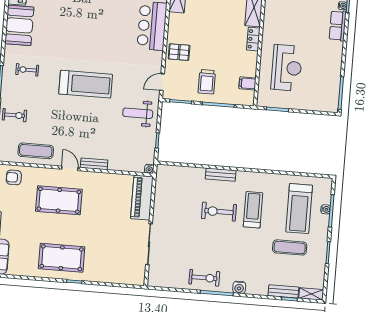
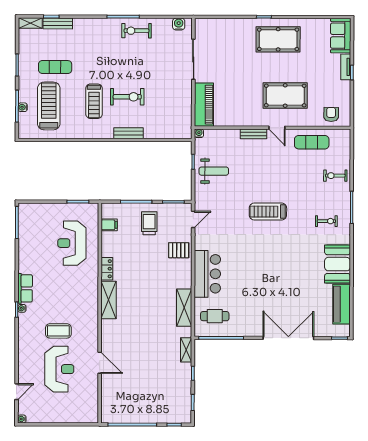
treadmill: (86, 84) -> (268, 212), width x0.73, depth x0.73
weight bench: (138, 113) -> (214, 171), moved
armchair: (14, 177) -> (331, 114), turned -90
water cooler: (239, 287) -> (179, 24), moved

